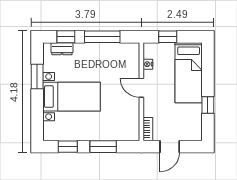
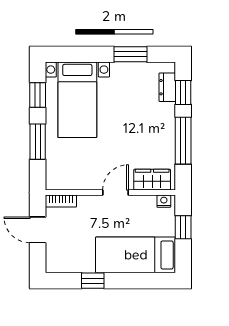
wardrobe: (132, 60) -> (152, 180), added
nightstand: (148, 64) -> (164, 201), moved
bed with nightstands: (71, 97) -> (77, 100), moved

